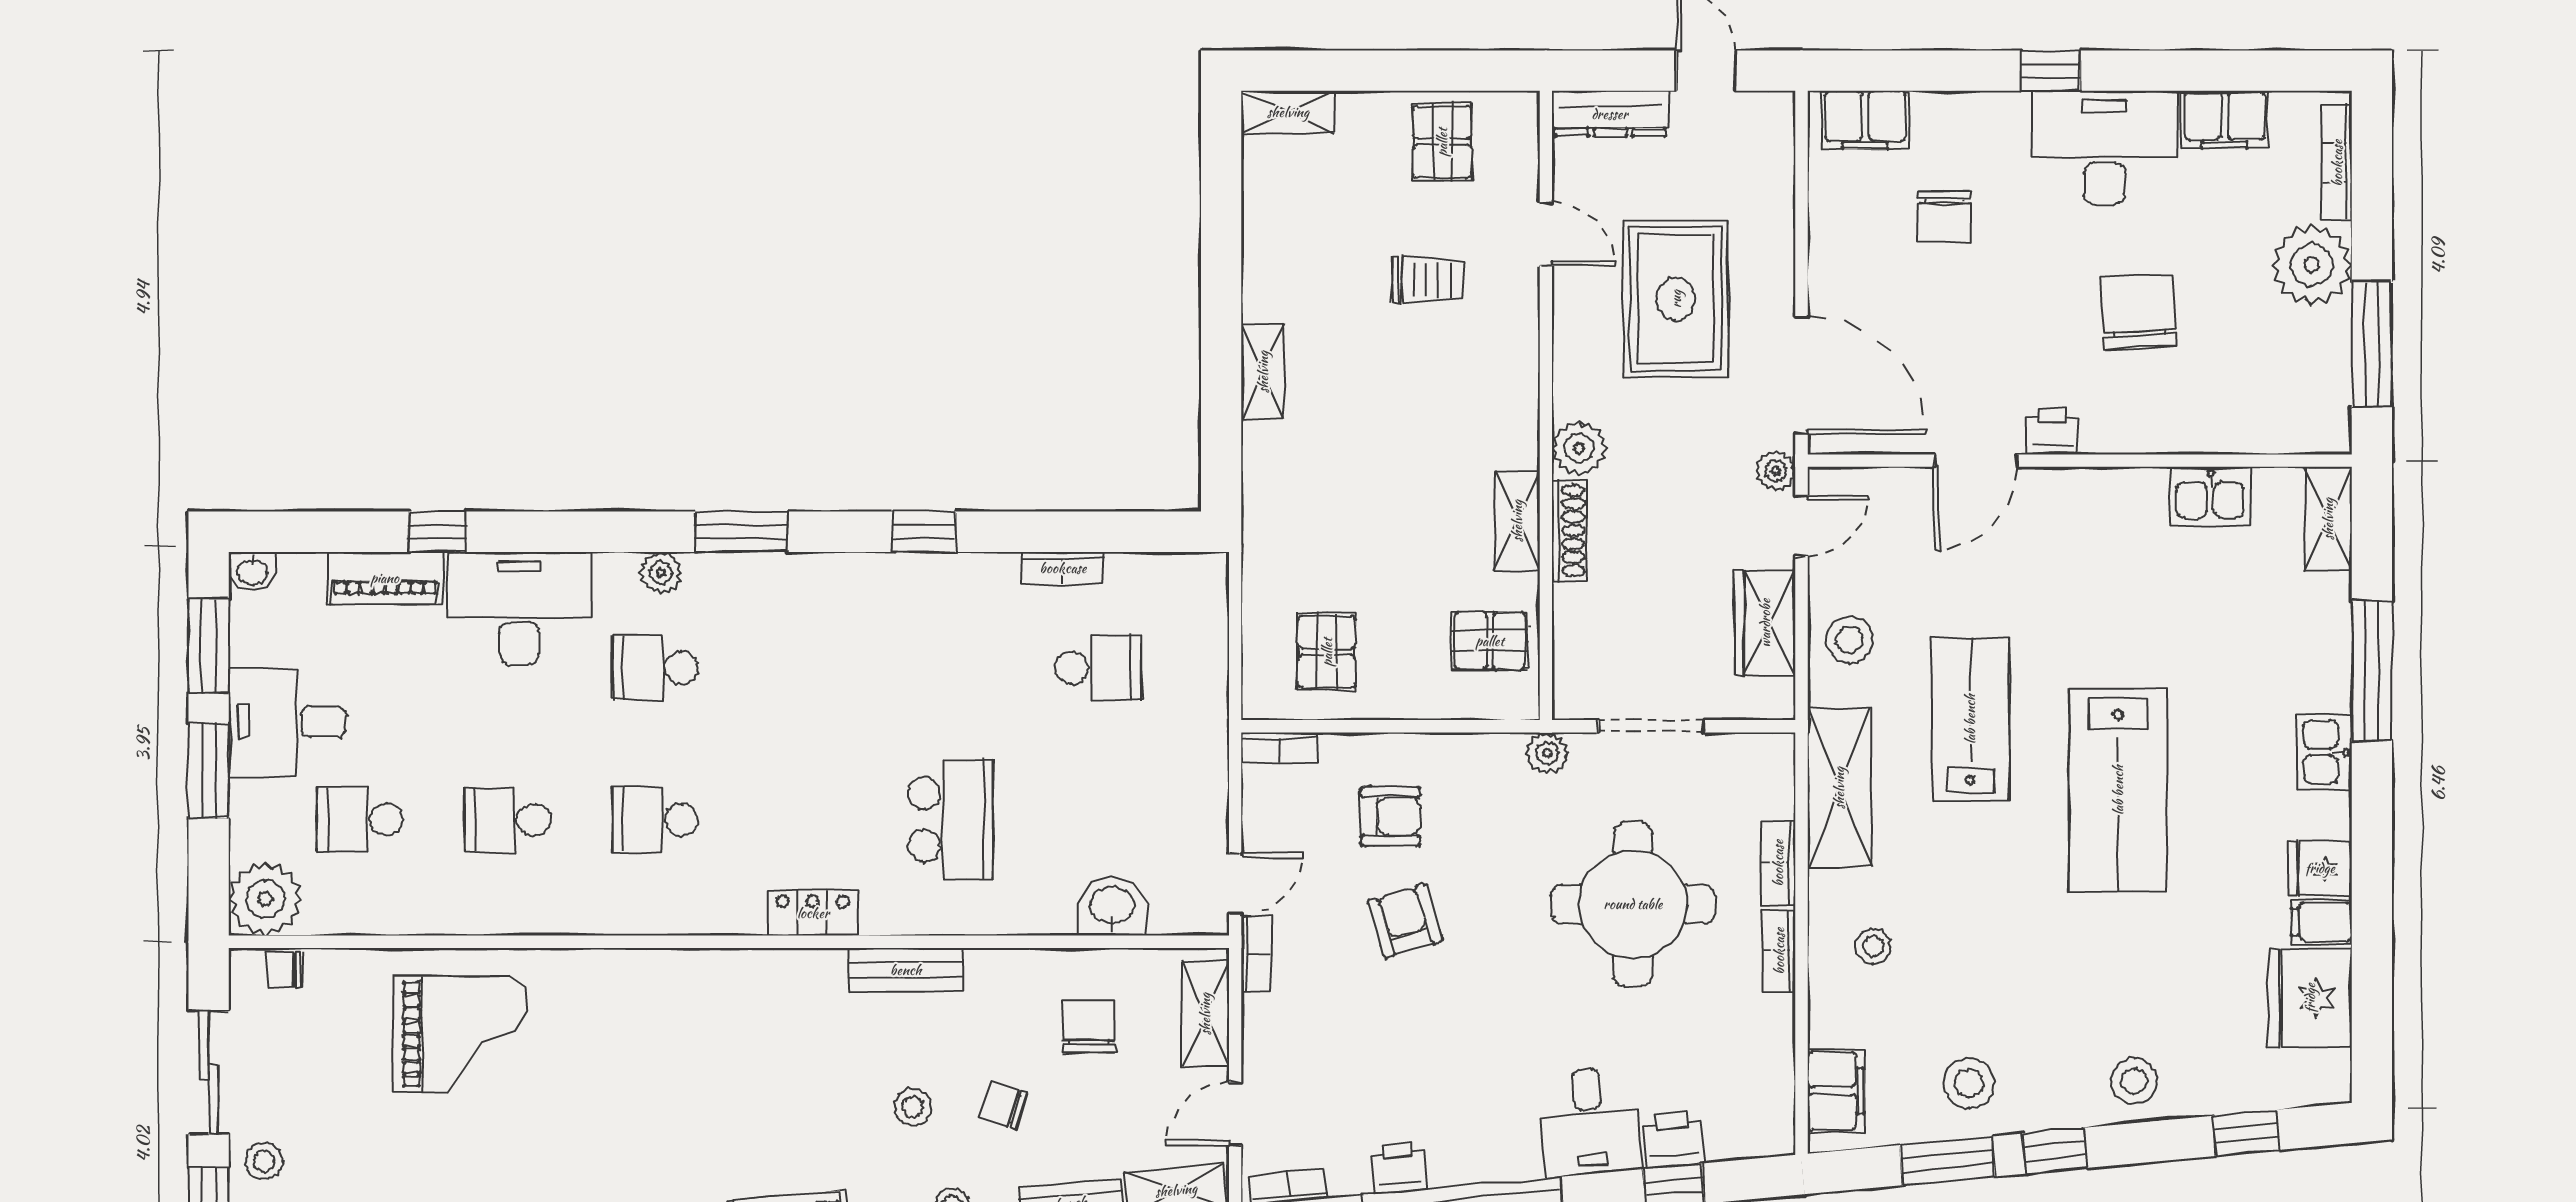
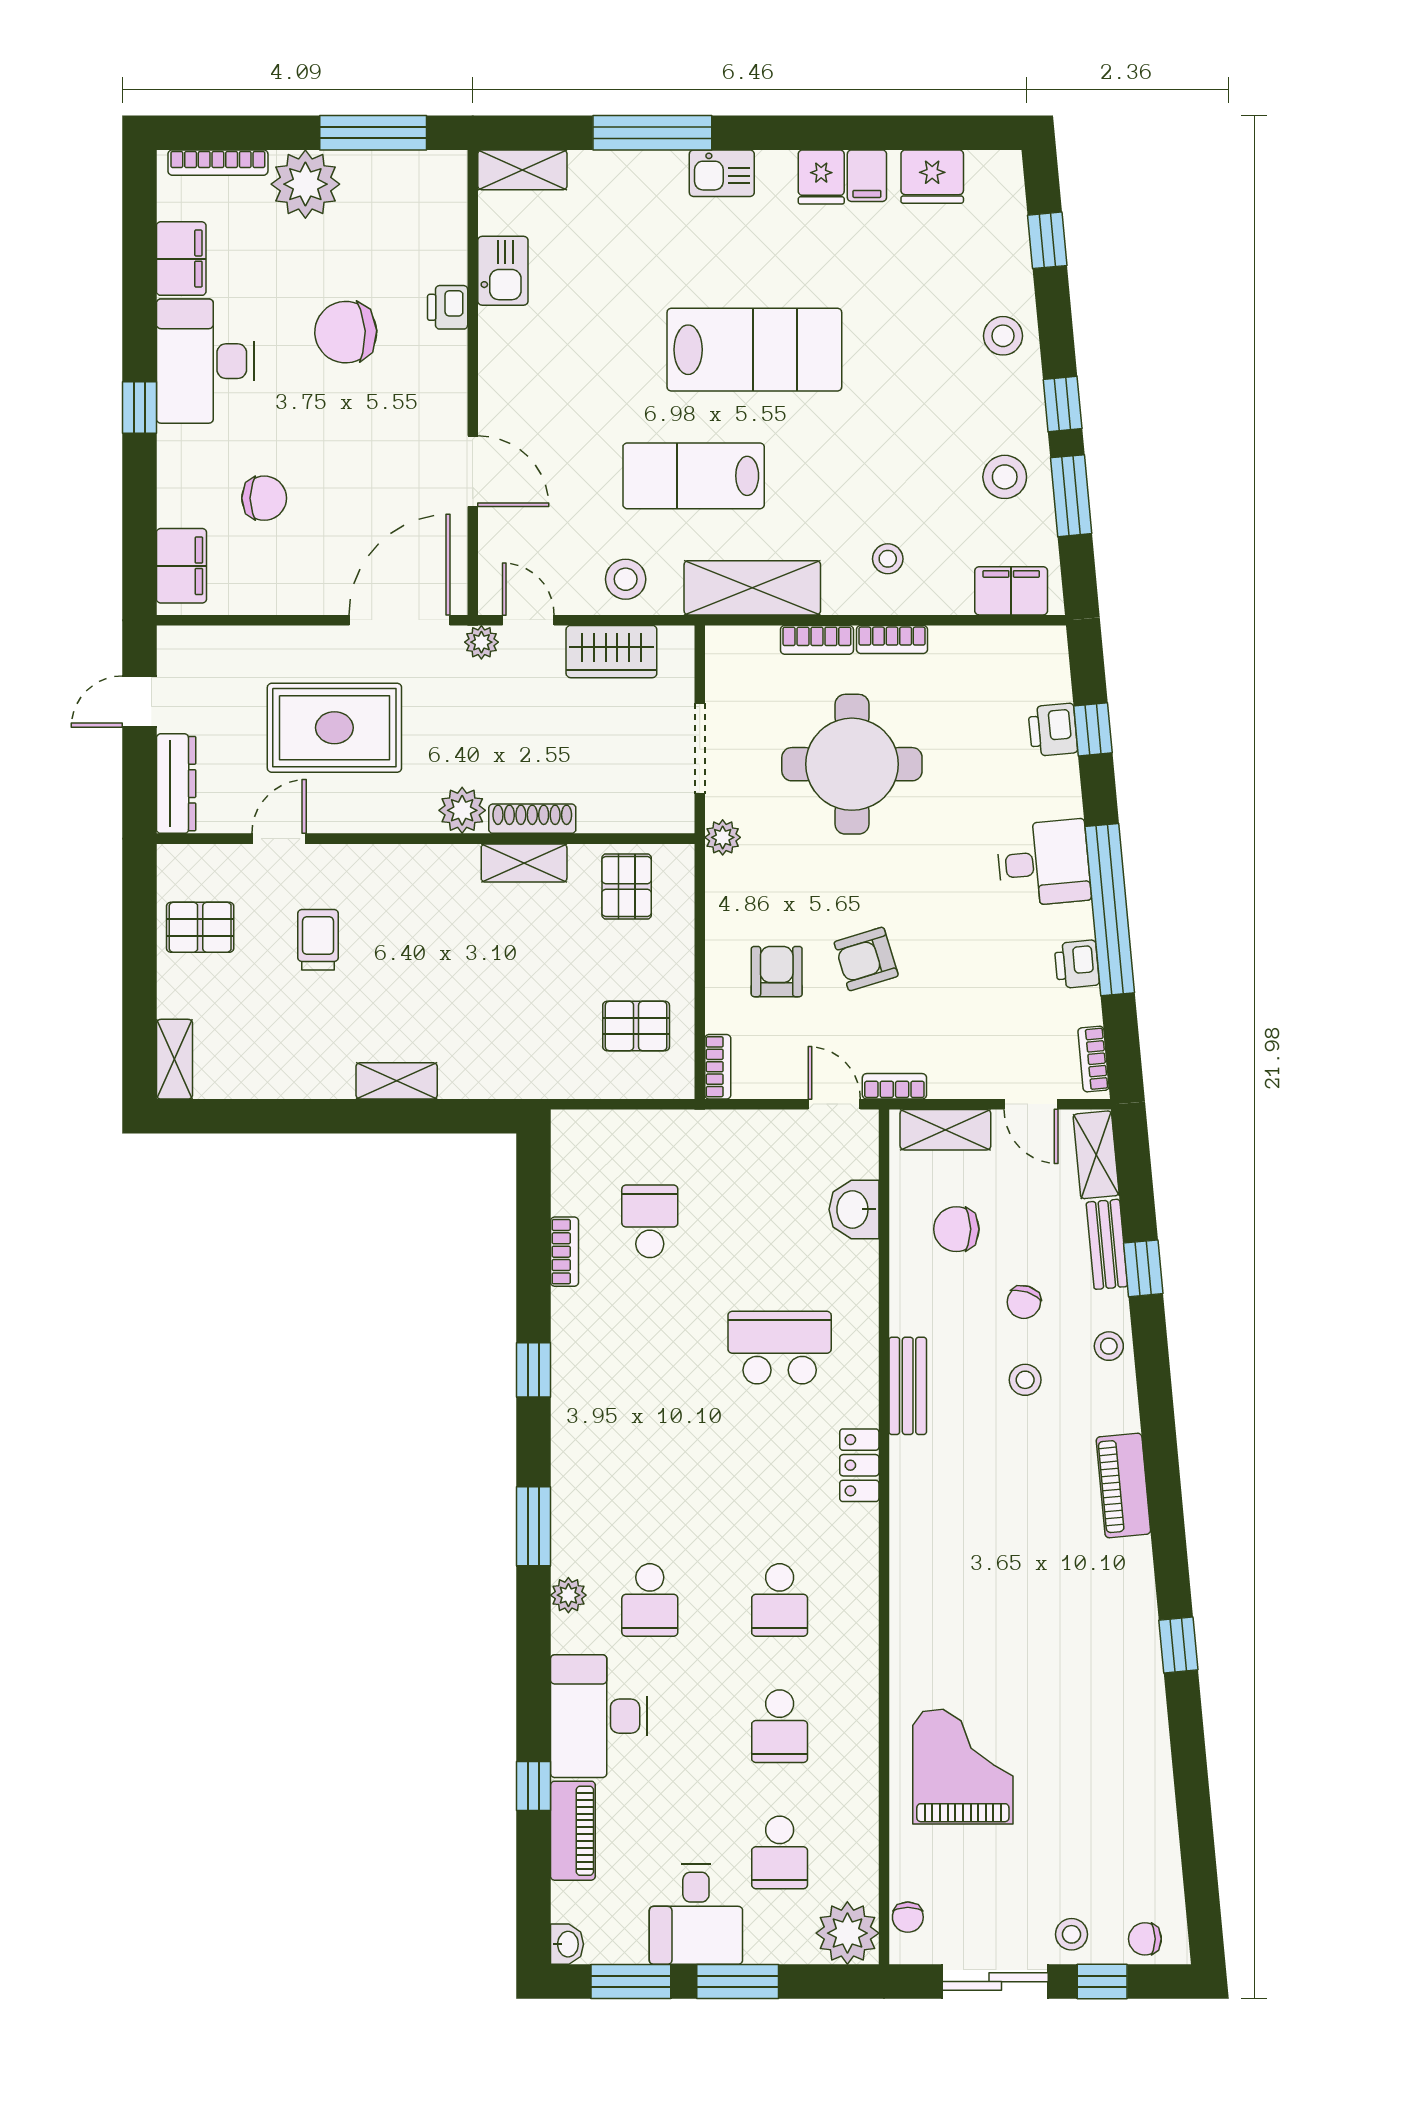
printer: (2052, 431) -> (448, 307), moved
fridge: (2310, 998) -> (932, 177), width x0.73, depth x0.75
desk: (1590, 1122) -> (1043, 863), moved

